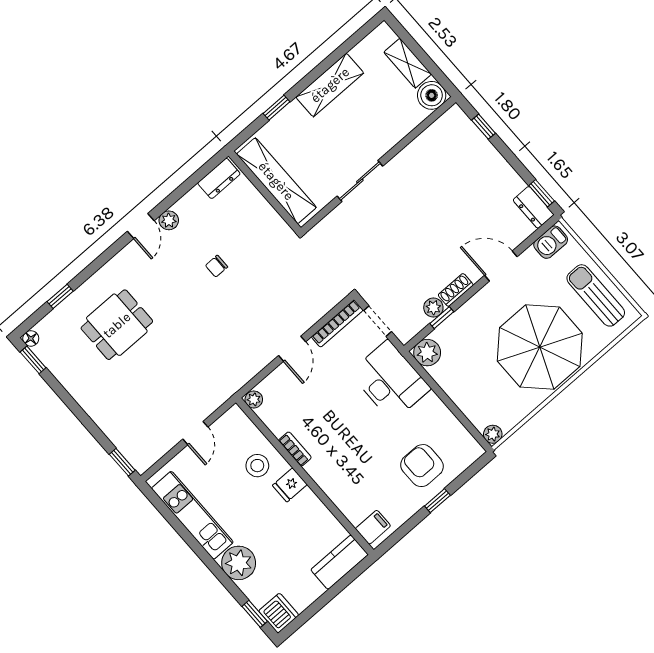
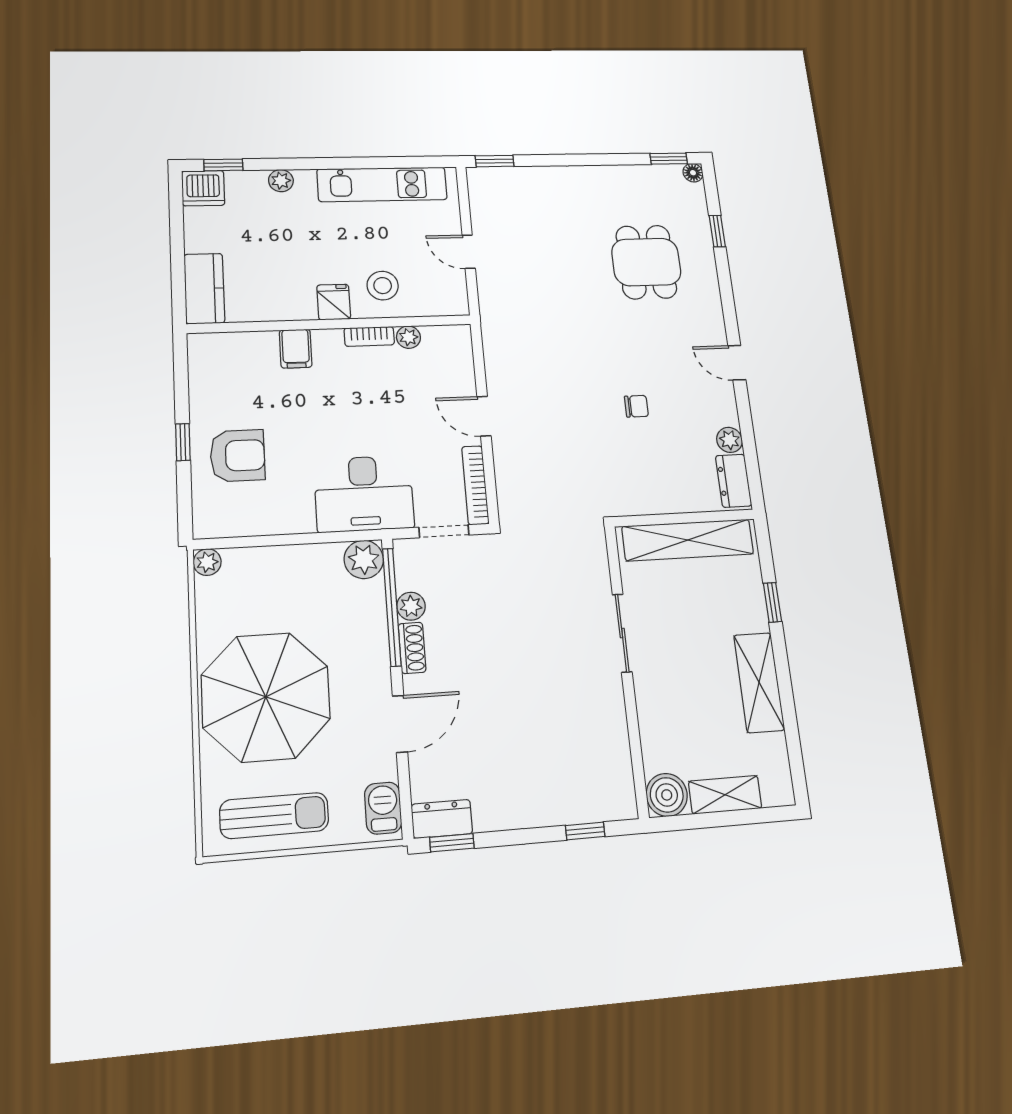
plant: (169, 220) -> (729, 440), moved
chair: (217, 266) -> (636, 406), turned 90
window: (442, 318) -> (392, 607), width x3.17
plant: (254, 399) -> (408, 337), moved
filing cabinet: (373, 527) -> (296, 349), moved
plant: (239, 563) -> (281, 181), width x0.53, depth x0.53

